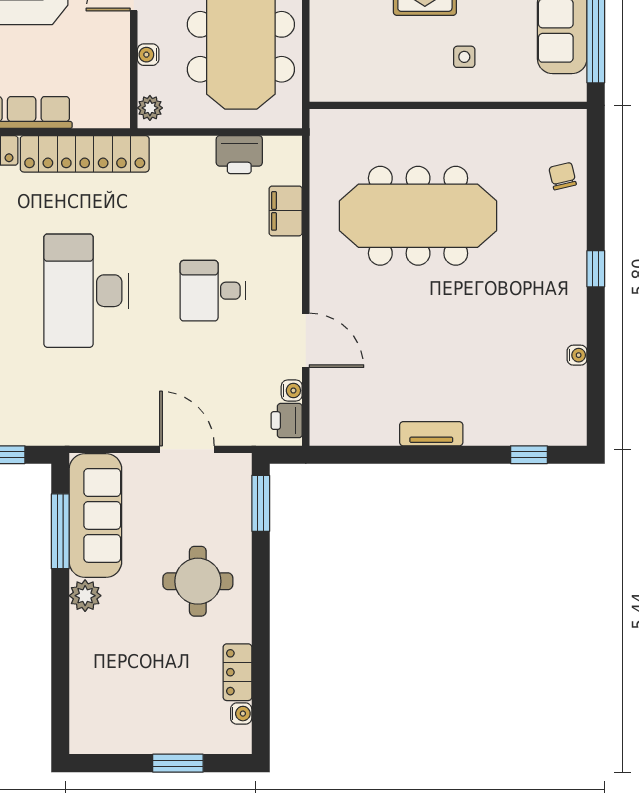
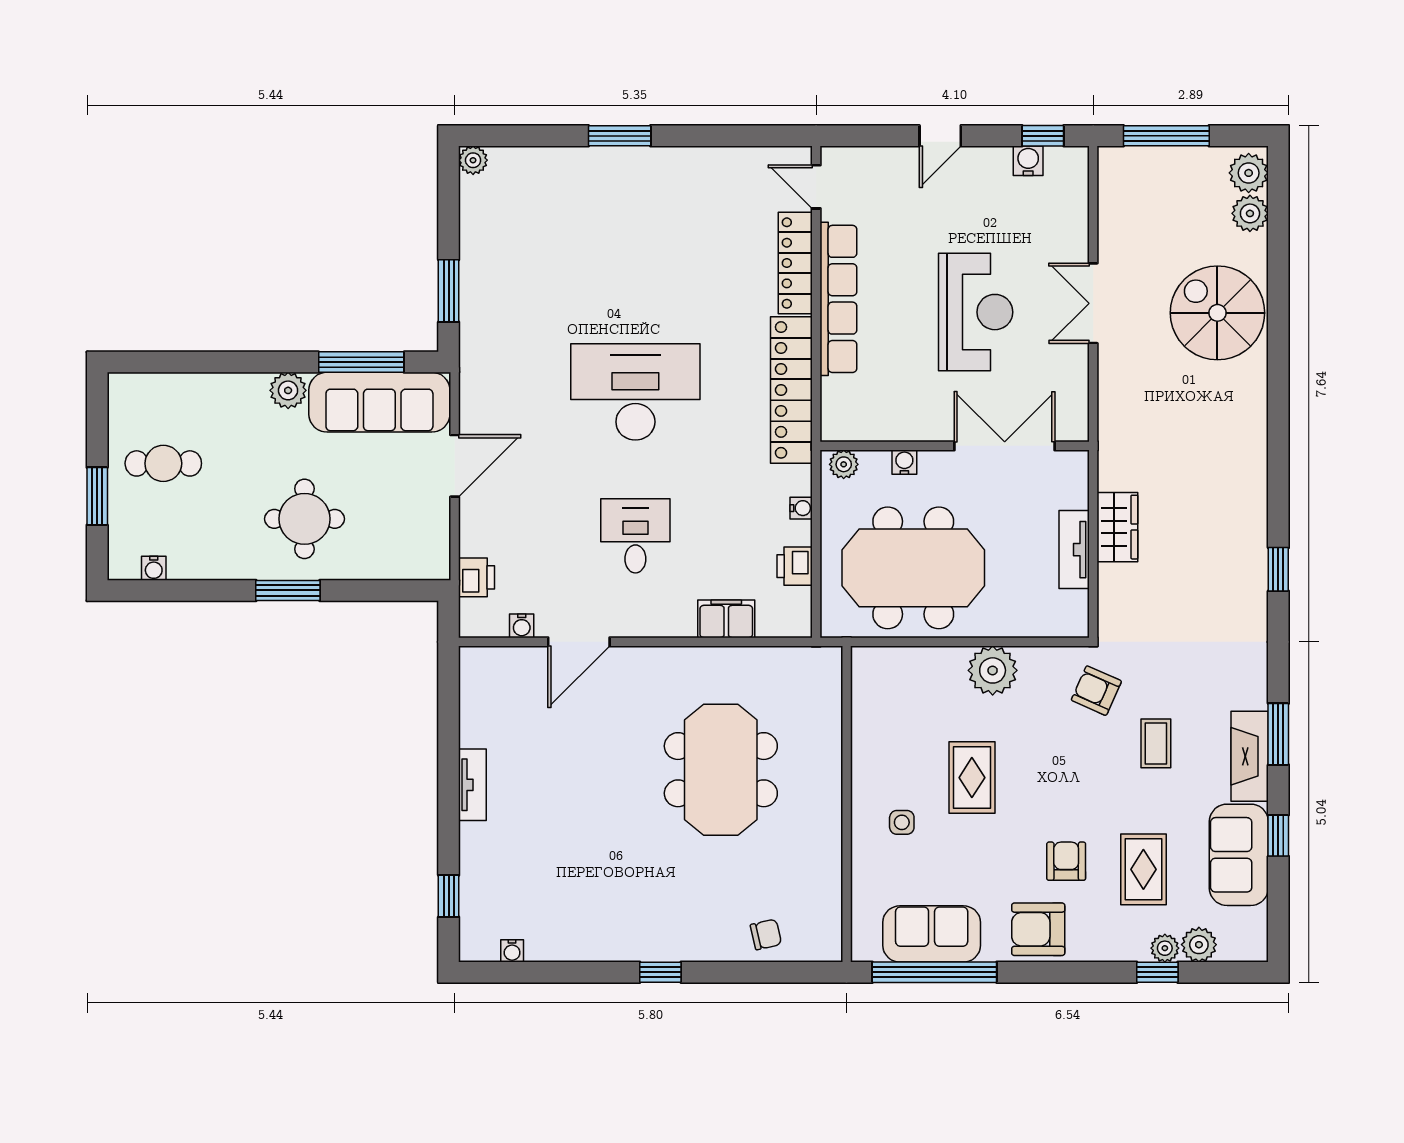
water cooler: (188, 145) -> (801, 508), added
printer: (239, 155) -> (795, 566), width x0.73, depth x0.81
meeting table: (418, 216) -> (721, 770), width x0.73
water cooler: (577, 355) -> (512, 951), moved
printer: (287, 421) -> (476, 577), moved, turned 90
door: (187, 449) -> (455, 466), moved
window: (261, 503) -> (288, 590), moved
locker: (238, 672) -> (201, 564), removed
cafe table: (149, 705) -> (163, 463), added

